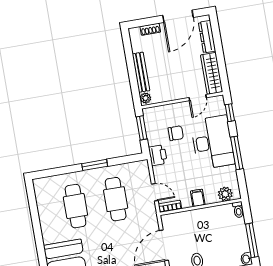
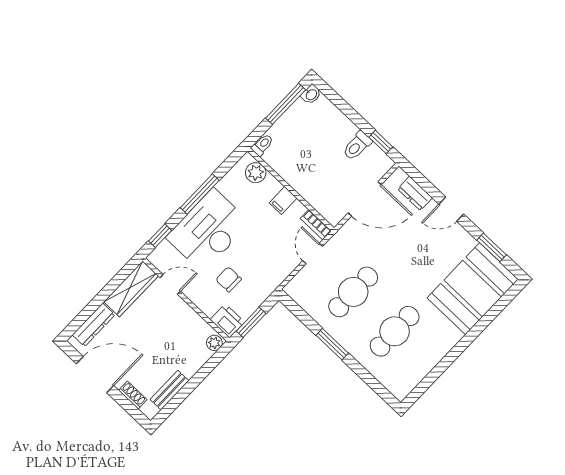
bench: (141, 72) -> (169, 390), moved, width x0.73
printer: (158, 155) -> (227, 321), moved, turned 90

